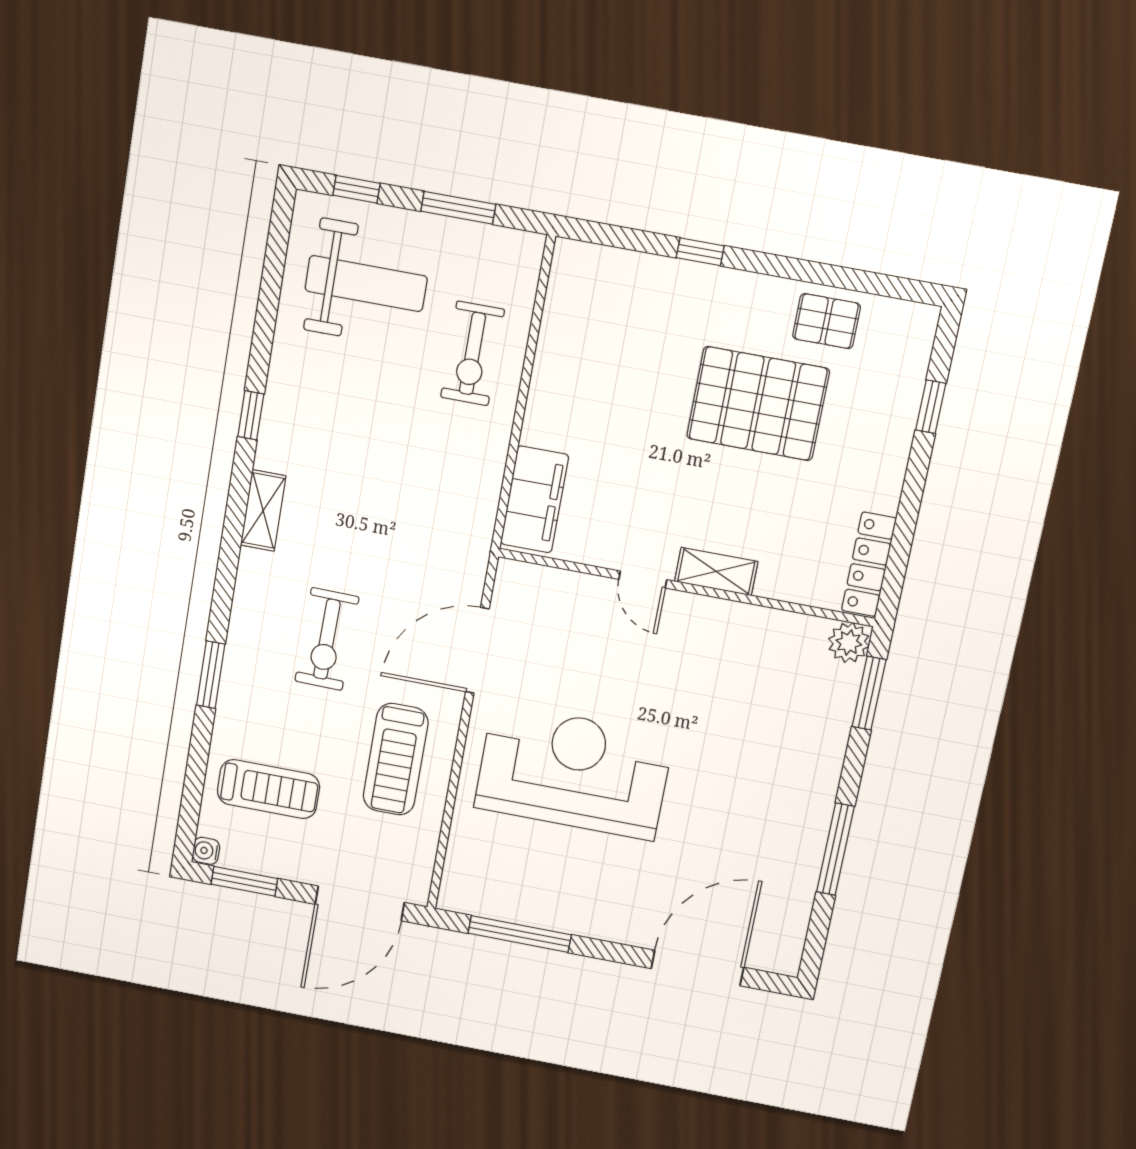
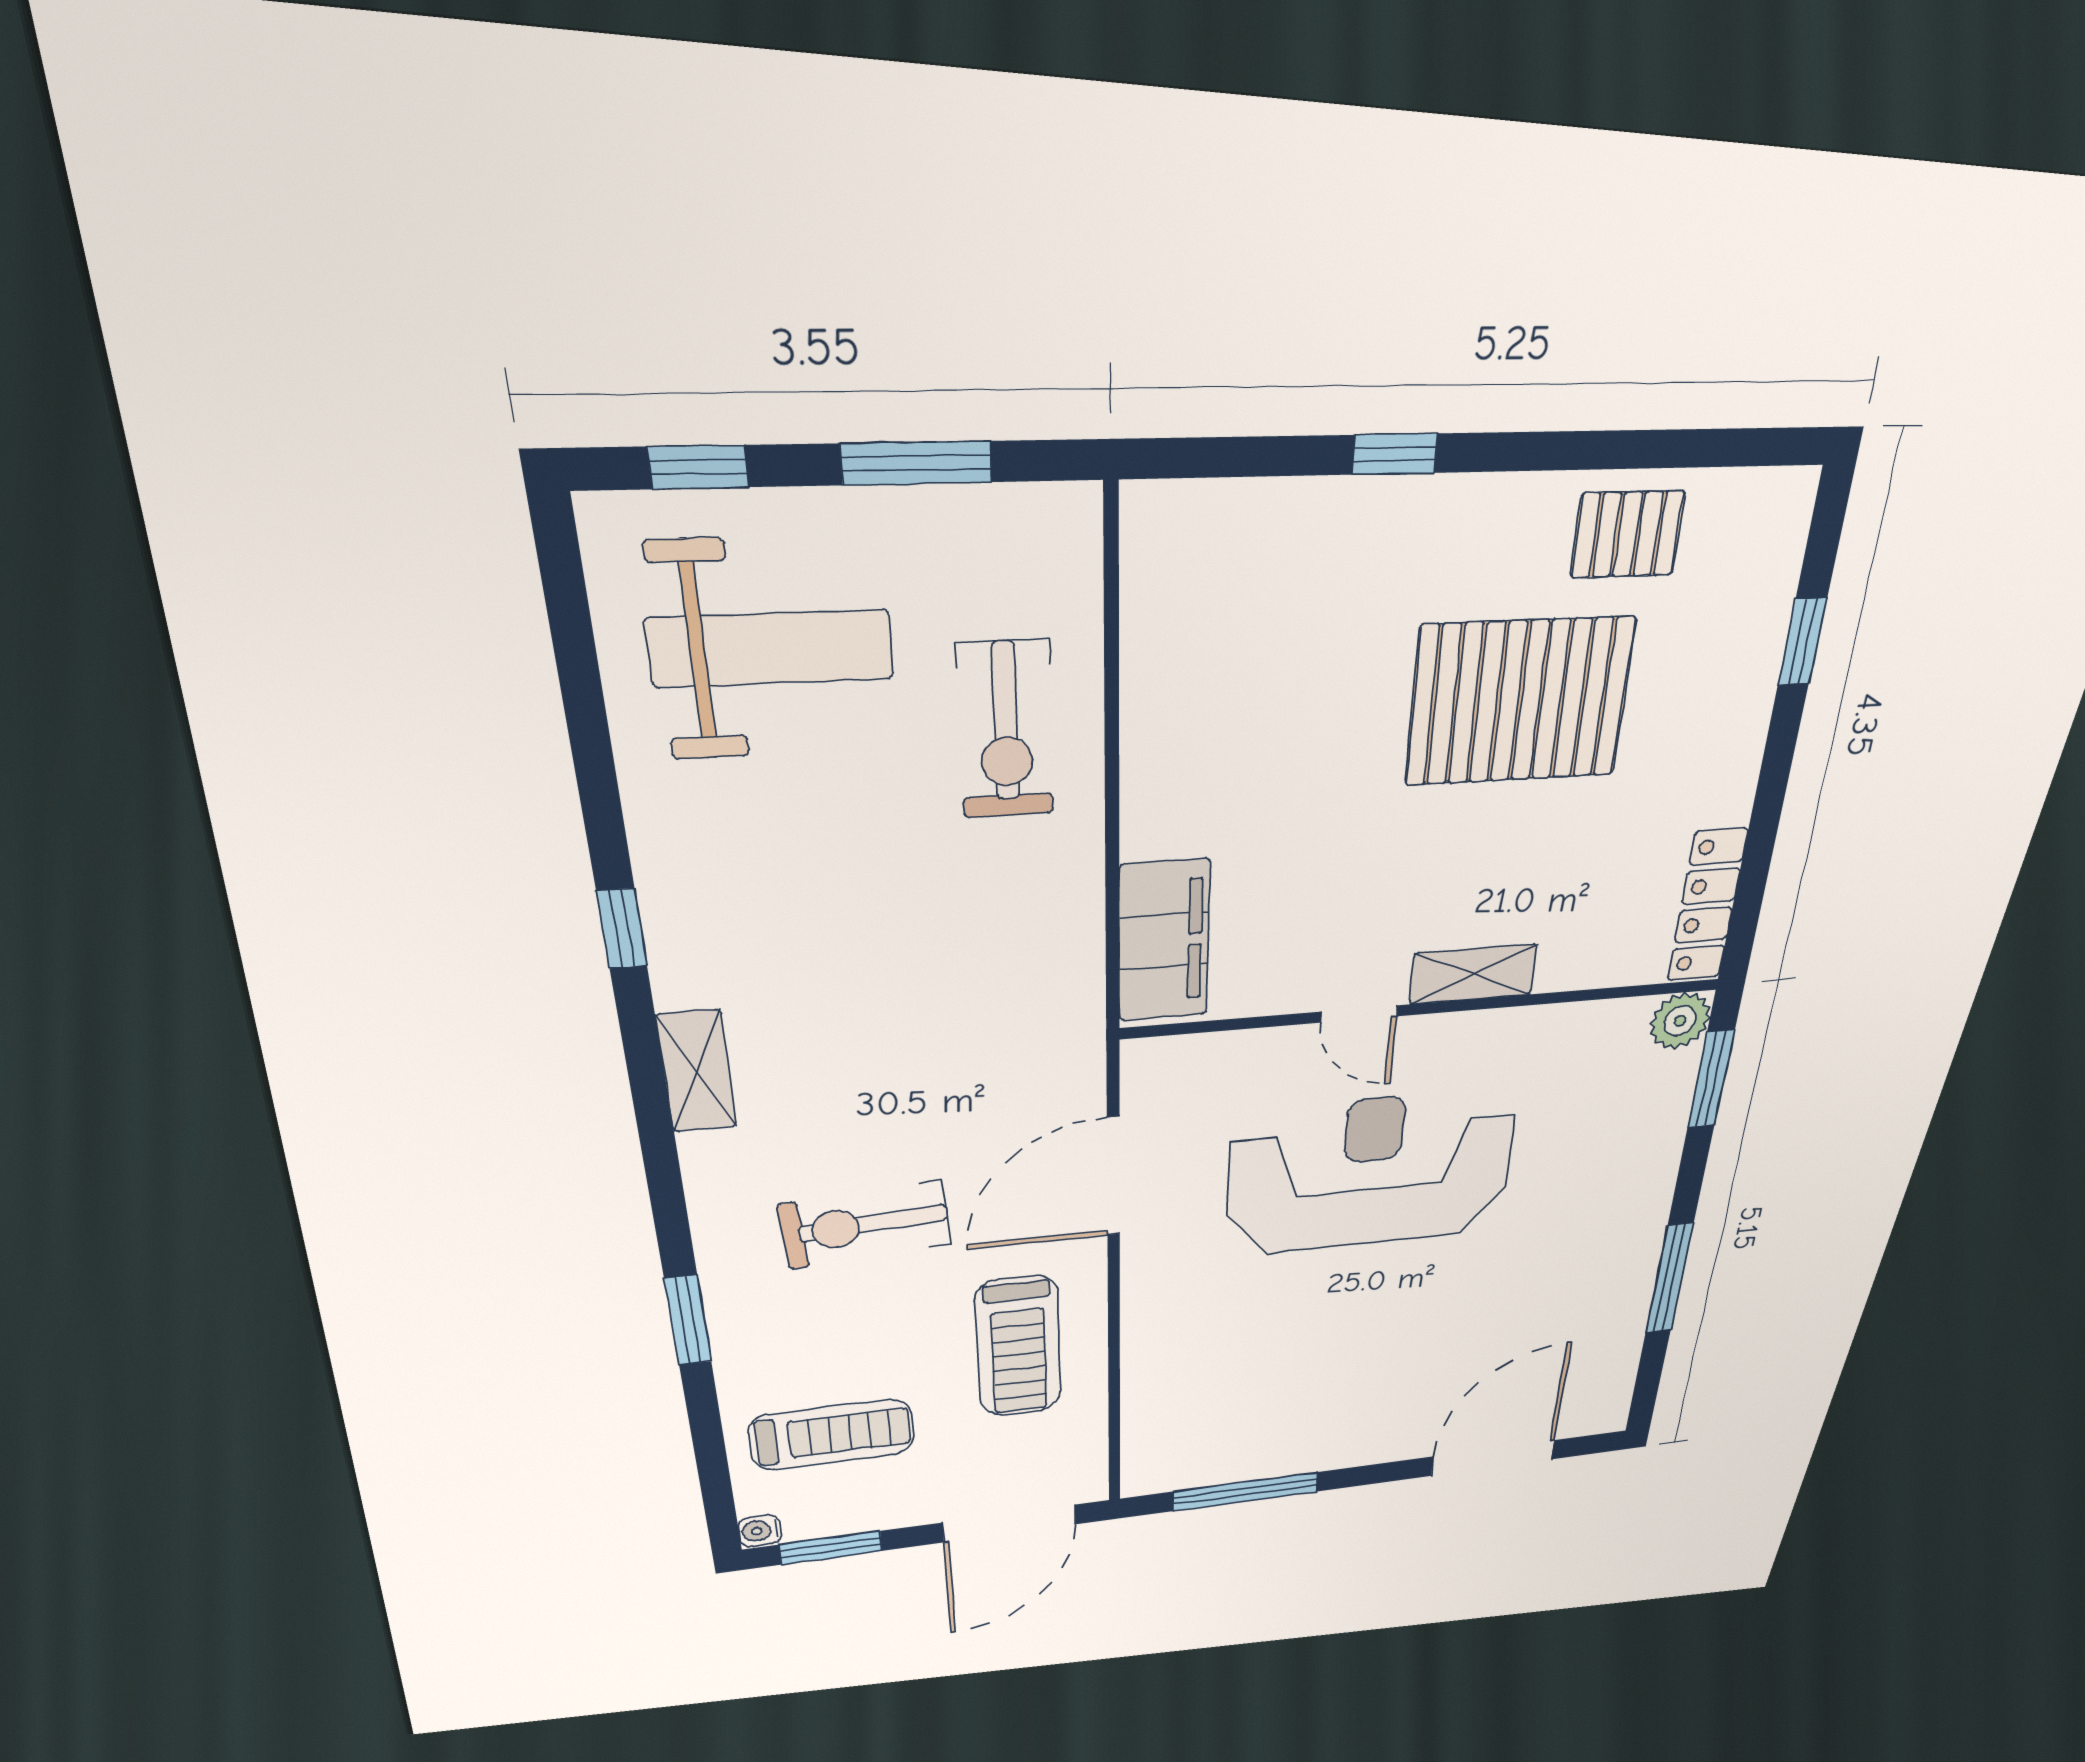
exercise bike: (327, 639) -> (865, 1225), turned 85
reception desk: (574, 772) -> (1371, 1172), moved

